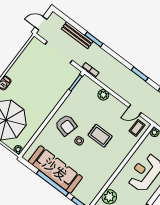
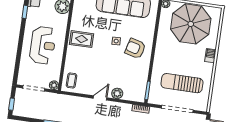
sun lounger: (42, 73) -> (182, 83), added
door: (135, 110) -> (100, 98), moved
rug: (100, 136) -> (81, 39), moved

